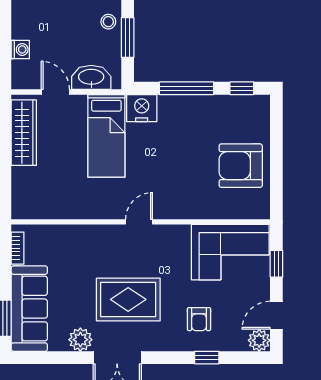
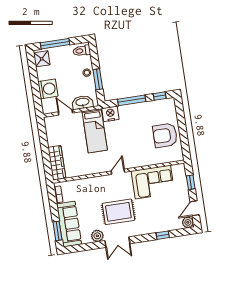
washing machine: (20, 49) -> (48, 89), width x1.89, depth x1.89
wardrobe: (24, 133) -> (57, 163), moved
corner sofa: (230, 252) -> (153, 182), moved
armchair: (199, 319) -> (156, 216), removed

